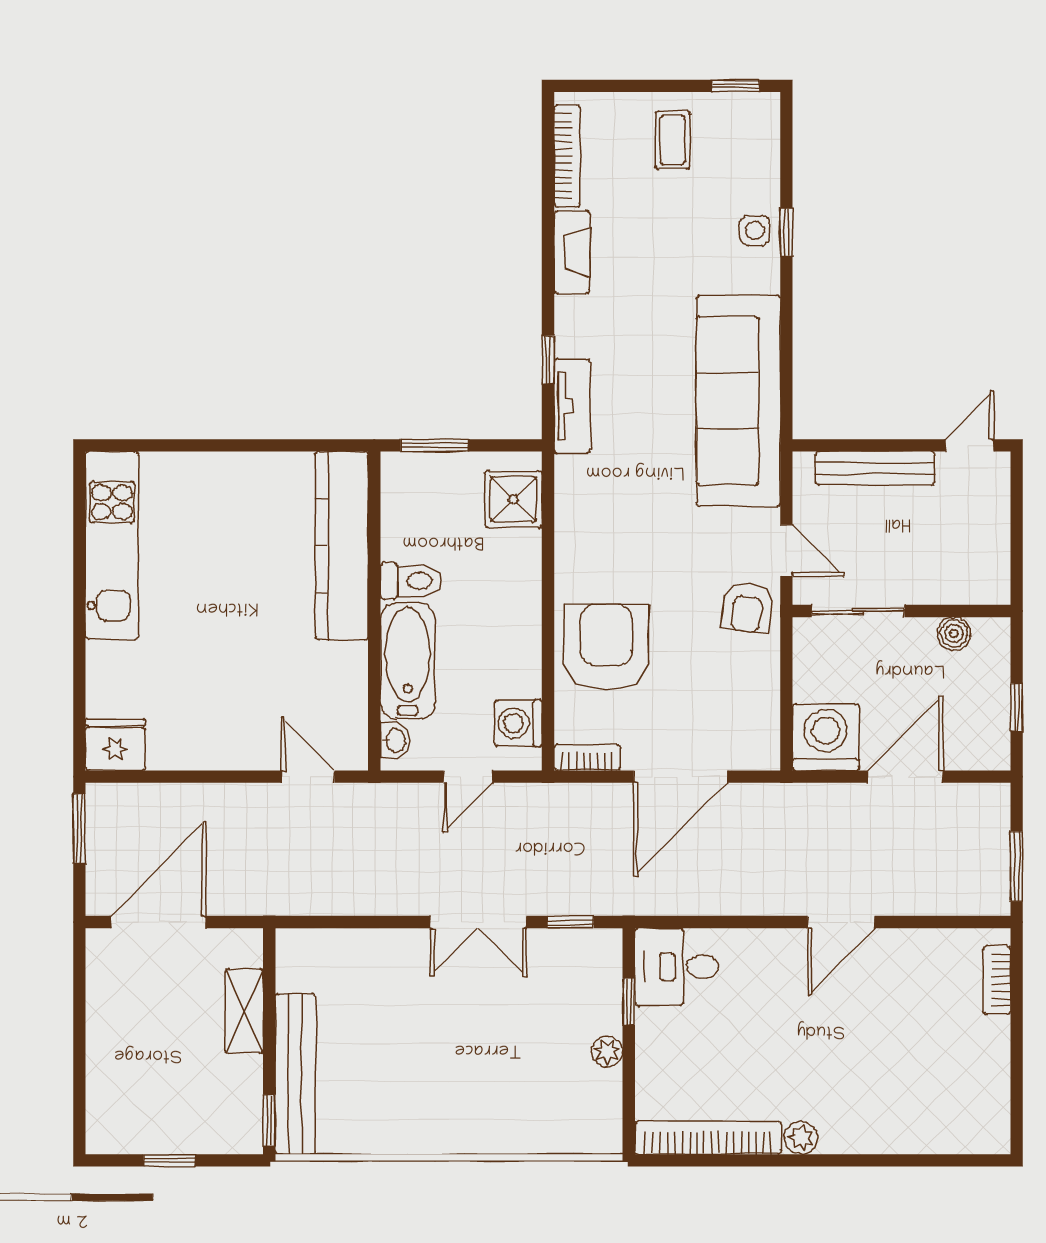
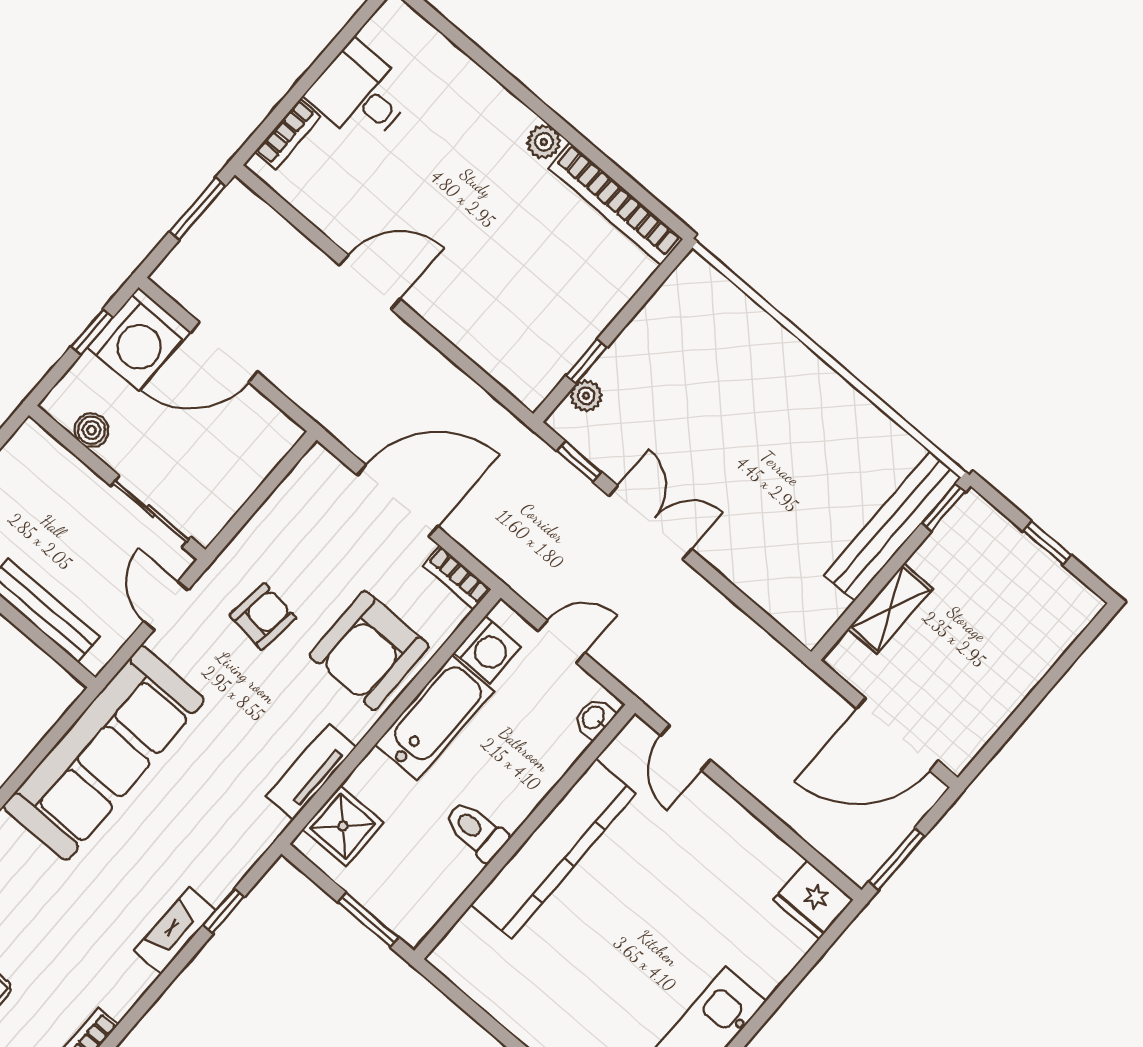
fireplace: (572, 252) -> (175, 931), moved
tv unit: (572, 406) -> (311, 772), moved
kitchen counter: (342, 546) -> (553, 849), moved
armchair: (747, 607) -> (263, 616), moved
bathtub: (408, 661) -> (434, 718), moved, turned 180
washing machine: (826, 737) -> (135, 343), moved, turned -90
desk: (677, 967) -> (360, 94), moved, turned 180
plant: (607, 1052) -> (586, 396), moved

